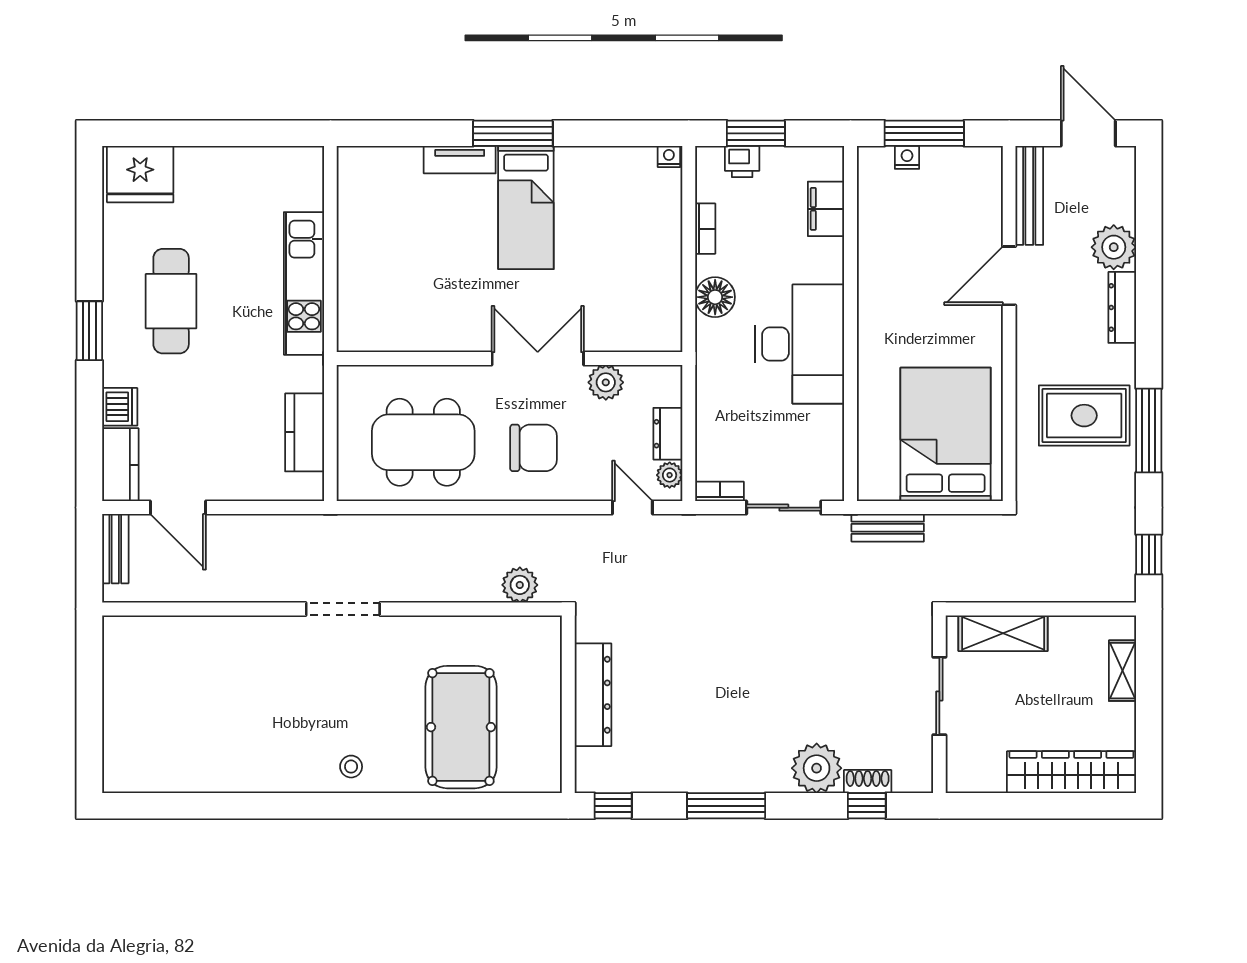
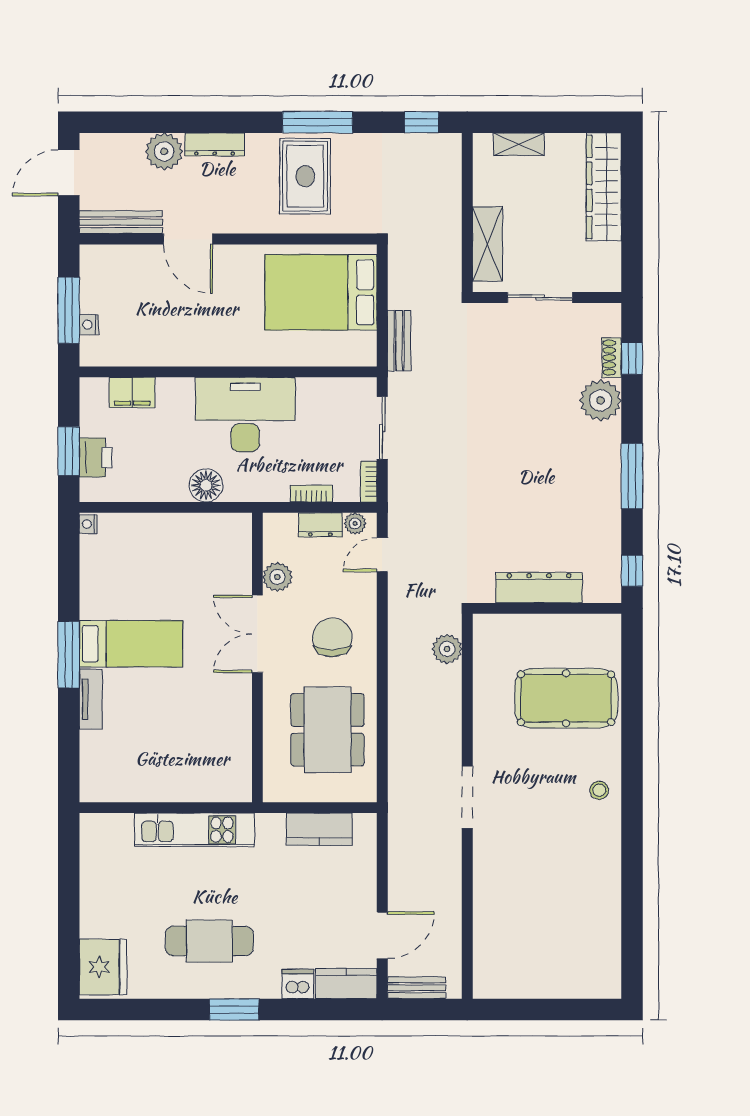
printer: (742, 162) -> (96, 457), width x1.36, depth x1.24
bookcase: (705, 229) -> (311, 494), moved

